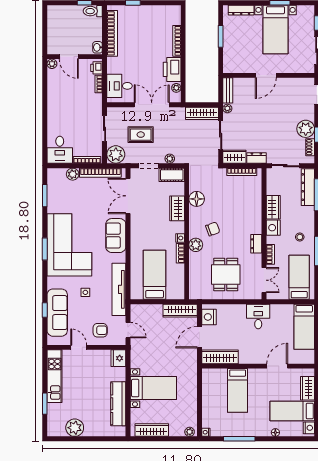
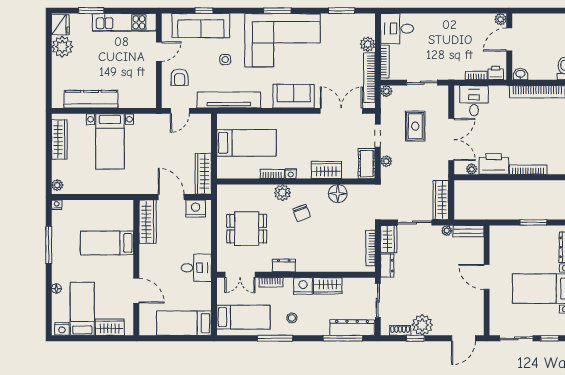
plant: (116, 154) -> (386, 91), width x0.53, depth x0.53
fridge: (118, 358) -> (60, 25), moved, turned 90

